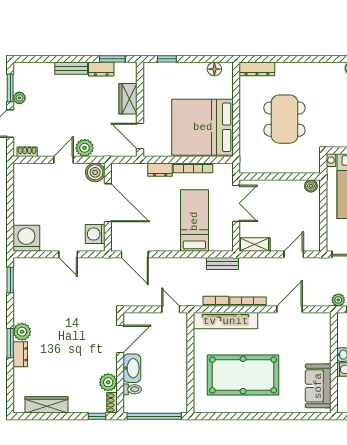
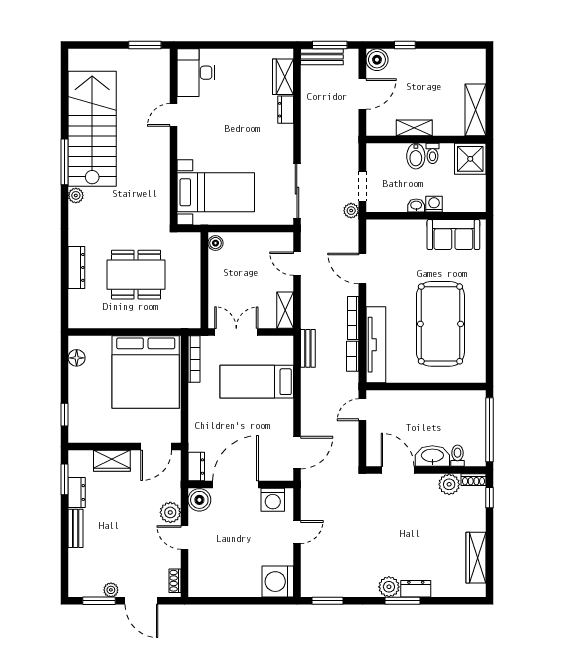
dresser: (257, 69) -> (76, 267), moved
bookcase: (193, 168) -> (194, 359), moved
dresser: (160, 170) -> (196, 467), moved

